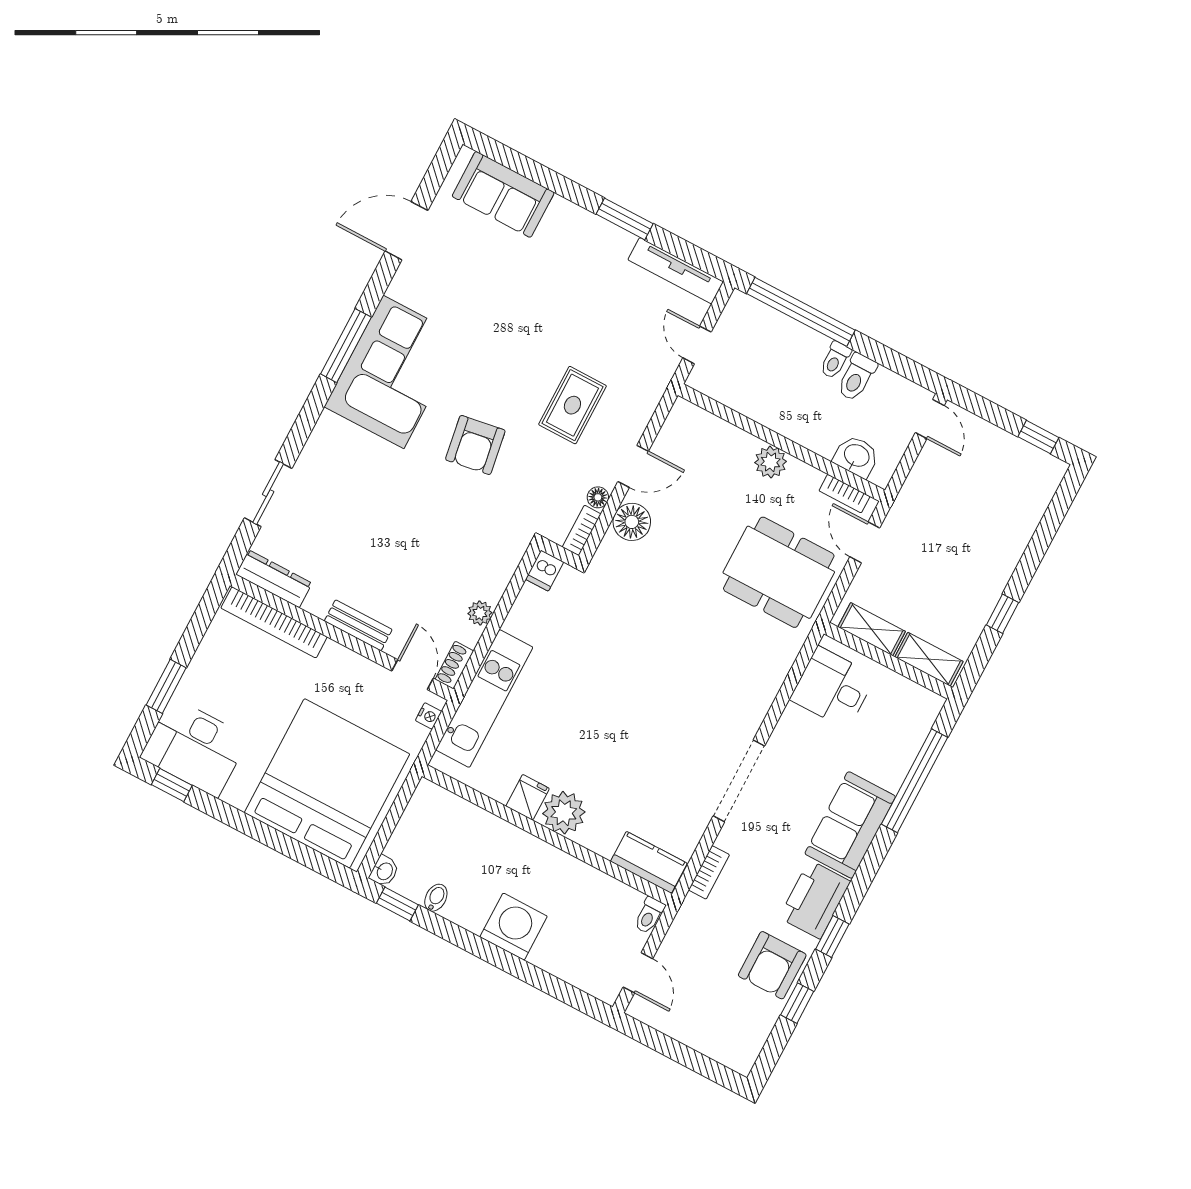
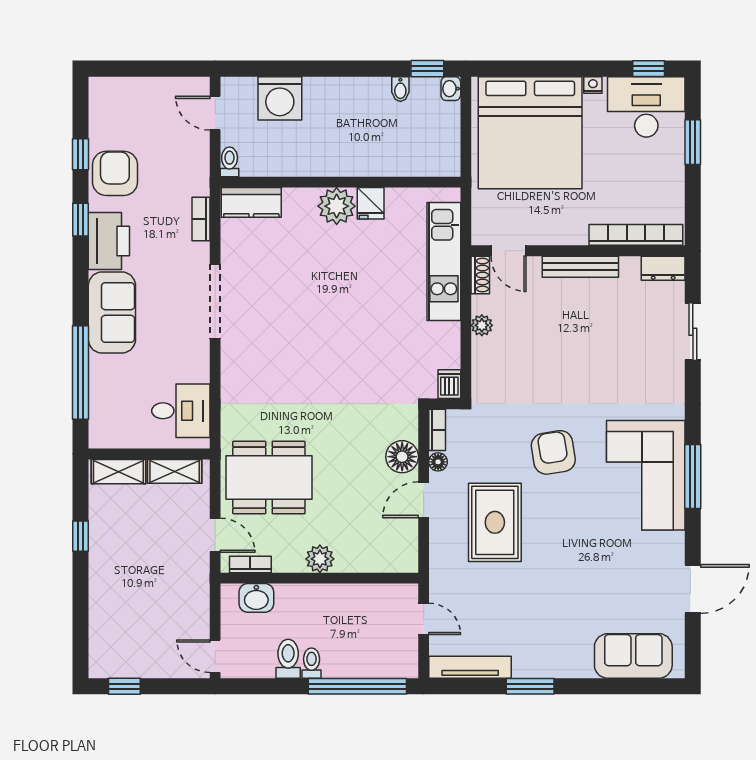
rug: (572, 405) -> (495, 522), width x1.36, depth x1.43
dresser: (274, 579) -> (663, 268), width x0.70
bench: (358, 625) -> (580, 267), width x1.36
nightstand: (429, 716) -> (593, 85), moved, turned 90
washing machine: (514, 927) -> (280, 98), moved

